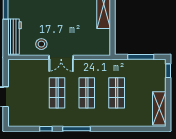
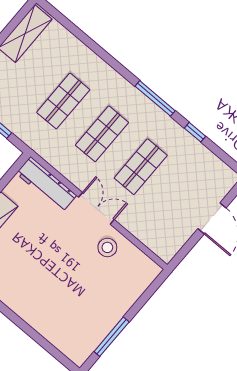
workbench: (15, 37) -> (46, 184), moved, turned -90

